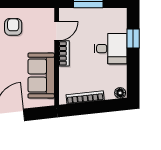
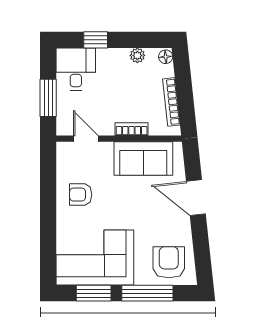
desk: (111, 49) -> (76, 69), moved
bookcase: (64, 53) -> (132, 129), moved
plant: (121, 71) -> (137, 55), added

